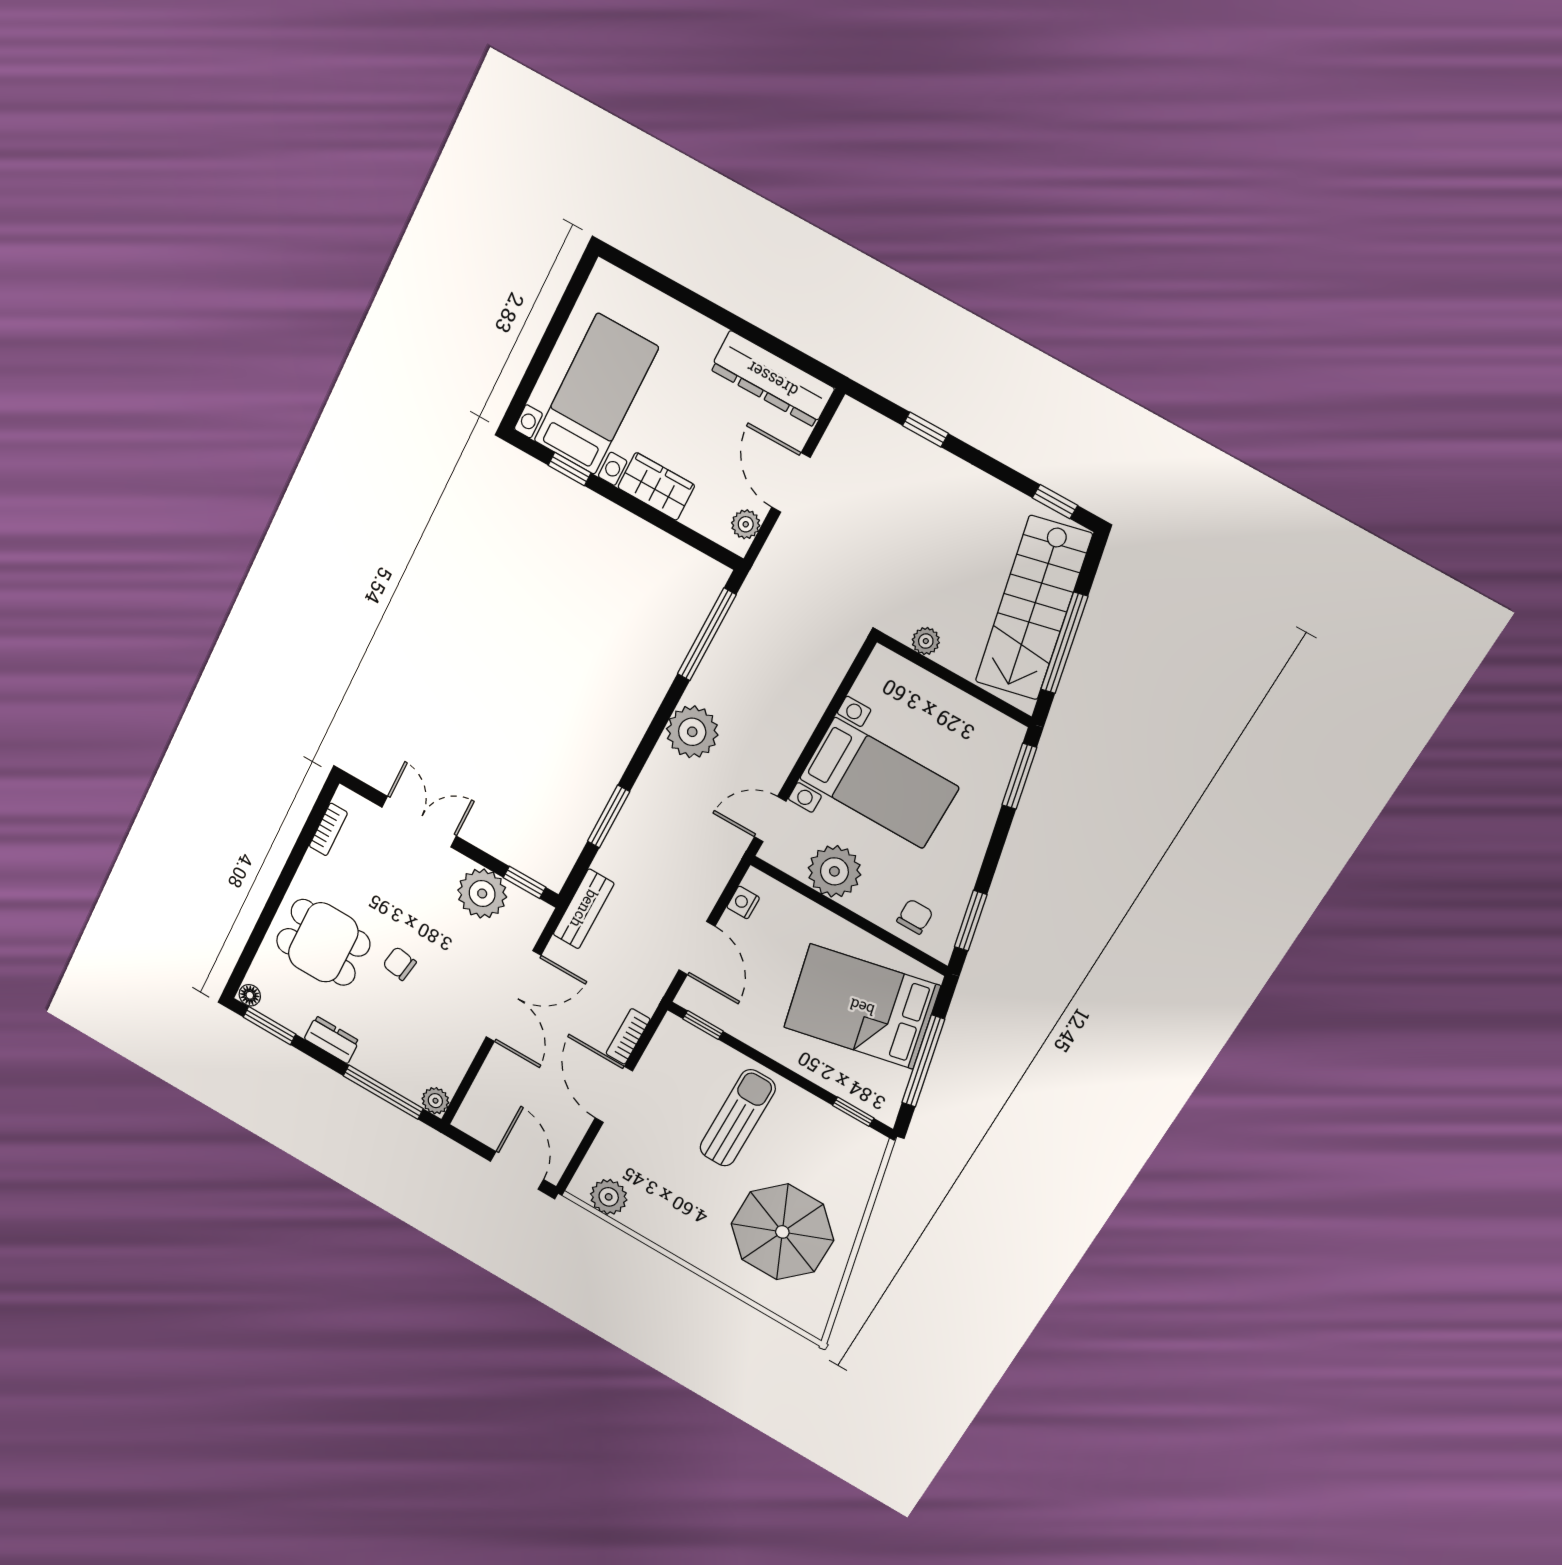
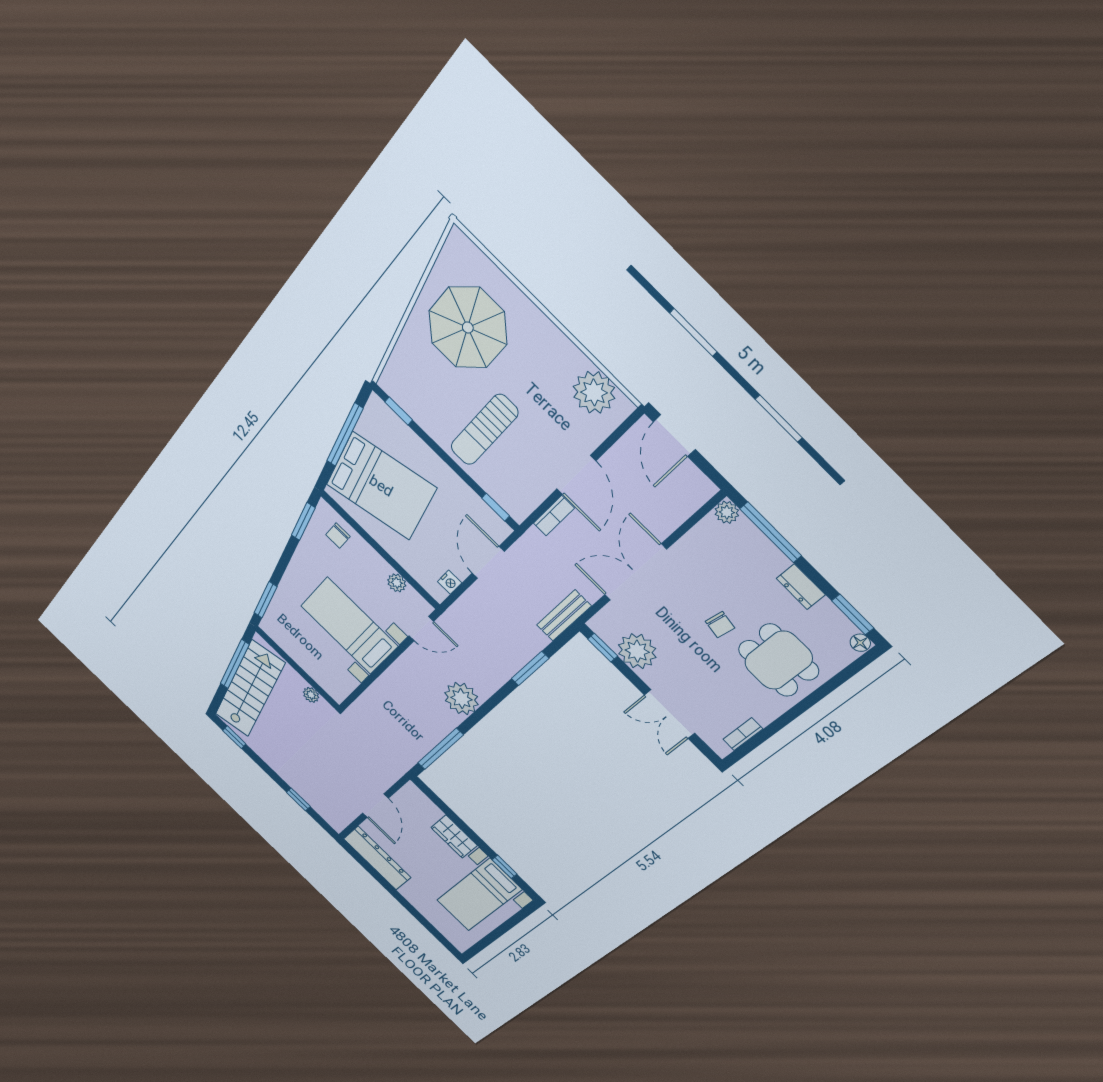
plant: (746, 524) -> (405, 796), removed
plant: (834, 871) -> (397, 583), width x0.53, depth x0.53
plant: (609, 1197) -> (594, 392), width x1.36, depth x1.36

